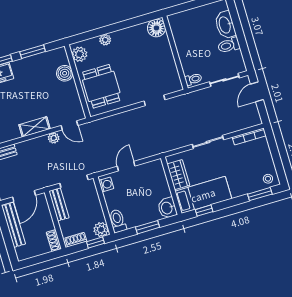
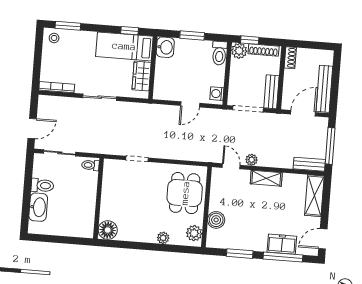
shoe rack: (76, 240) -> (264, 50), width x1.43

